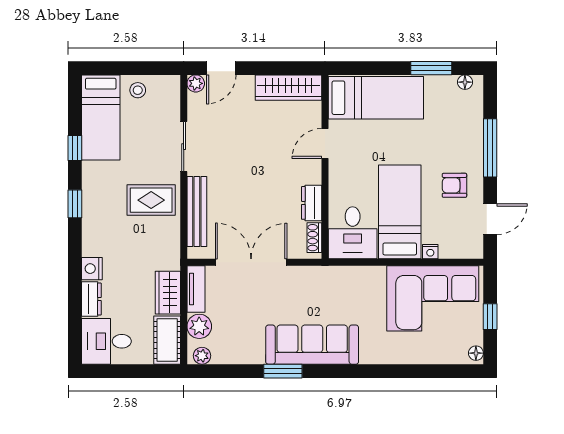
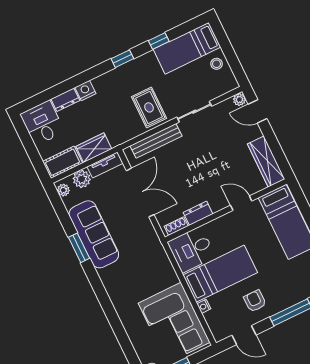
sofa: (312, 345) -> (94, 234), moved

